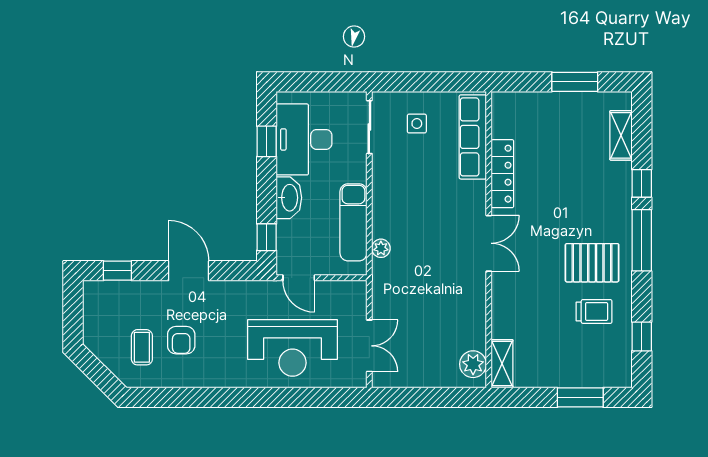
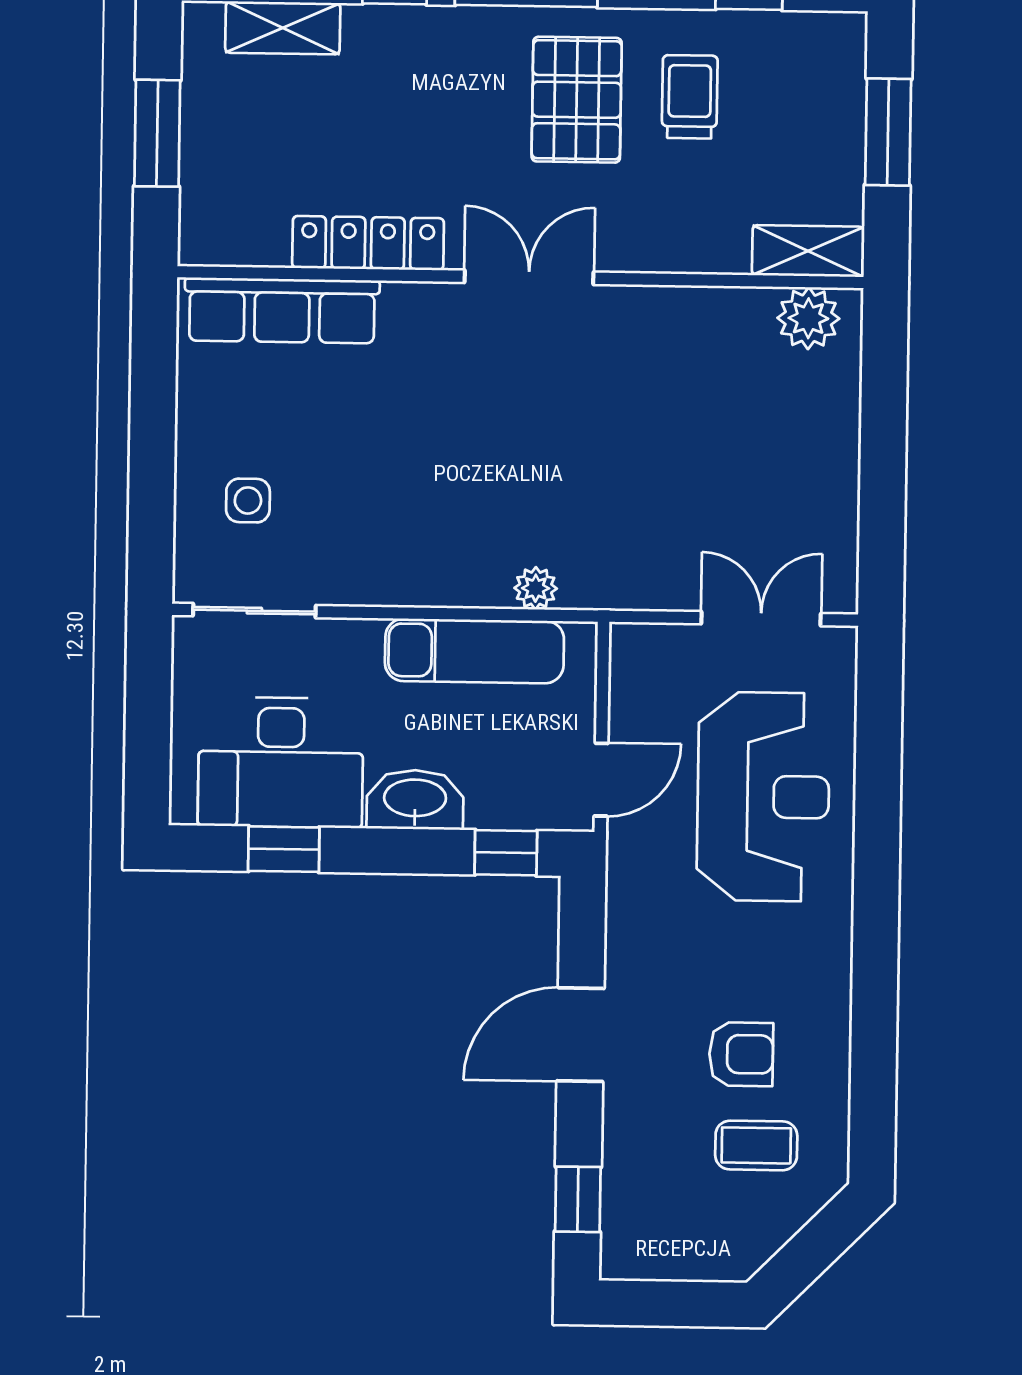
row of seats: (473, 137) -> (282, 310), moved
locker: (502, 174) -> (368, 243), moved
wall: (489, 240) -> (520, 277), moved
double door: (489, 243) -> (529, 277), moved
plant: (473, 364) -> (808, 318), moved
shelving: (502, 364) -> (808, 251), moved

